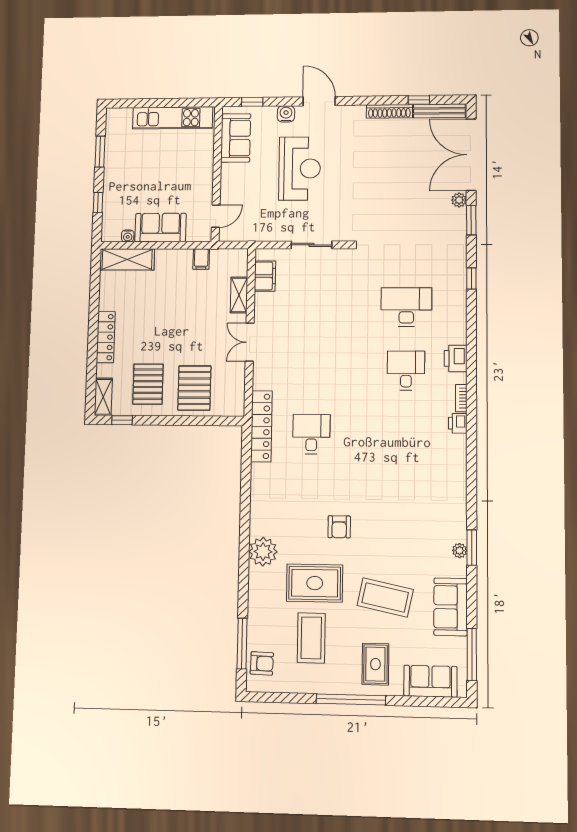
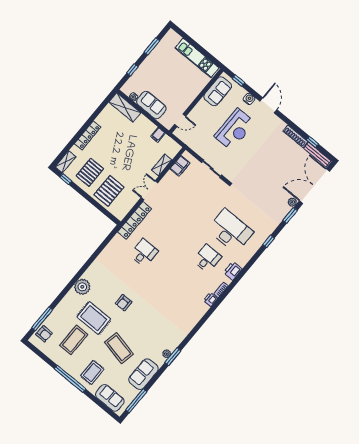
desk: (406, 307) -> (230, 231), width x1.36, depth x1.30
locker: (261, 426) -> (134, 220), moved

